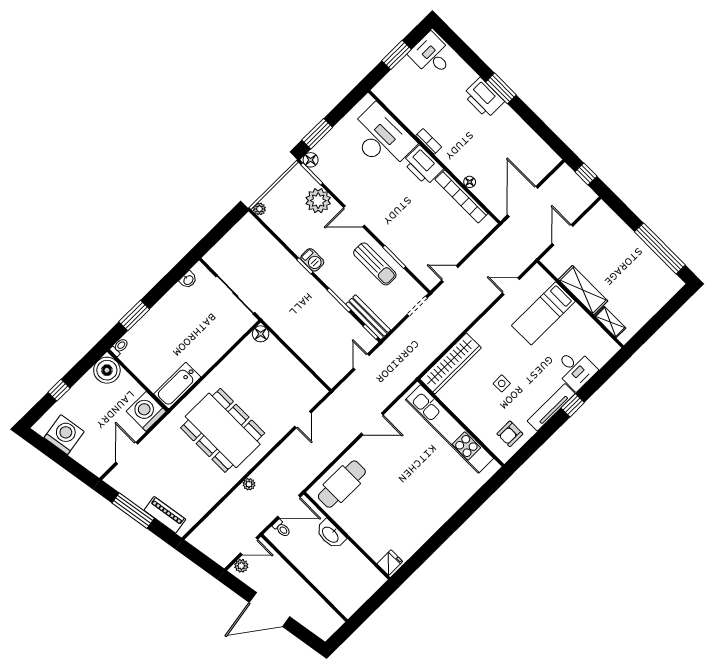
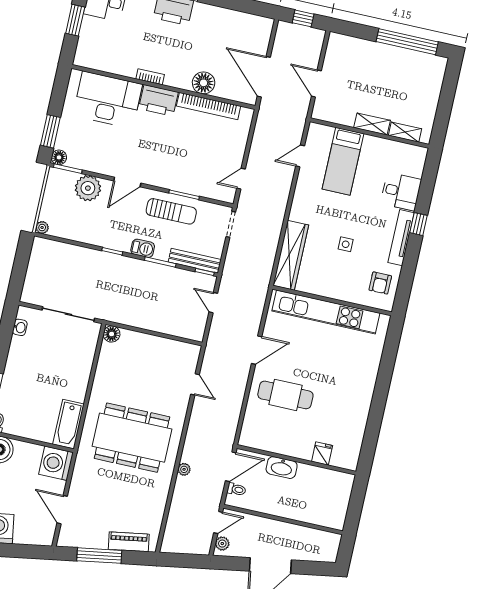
floor lamp: (470, 182) -> (204, 83), width x1.89, depth x1.89
barbecue: (312, 260) -> (143, 248), moved
shelving: (583, 290) -> (372, 124), width x0.67, depth x0.75
cafe table: (342, 484) -> (285, 395), moved, turned 90
fridge: (390, 563) -> (322, 453), moved

